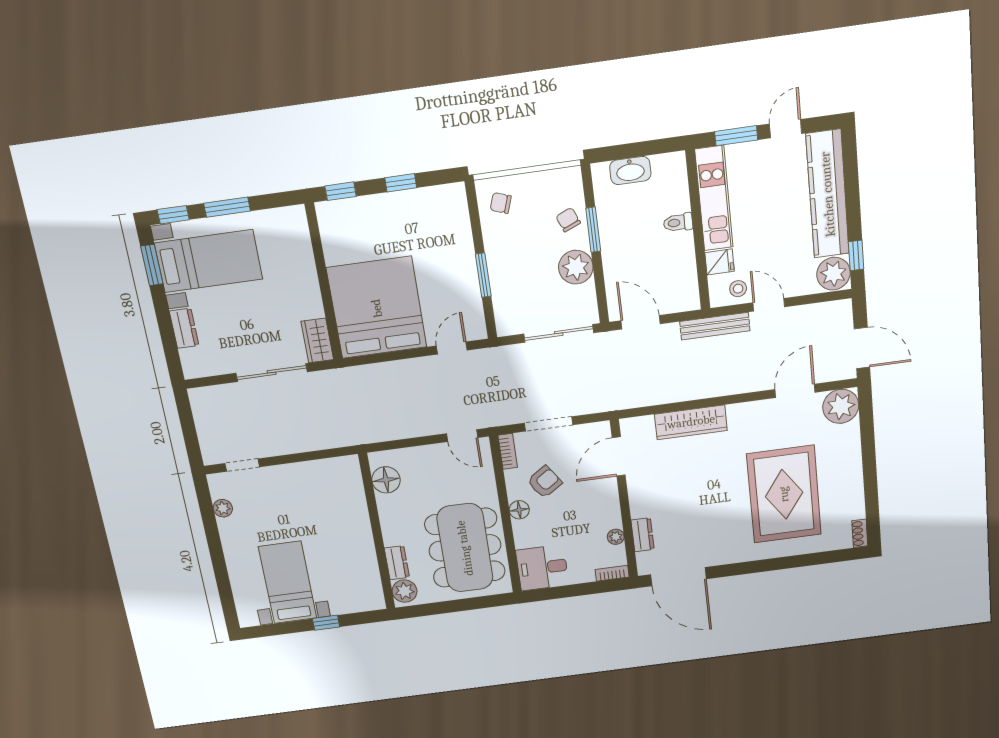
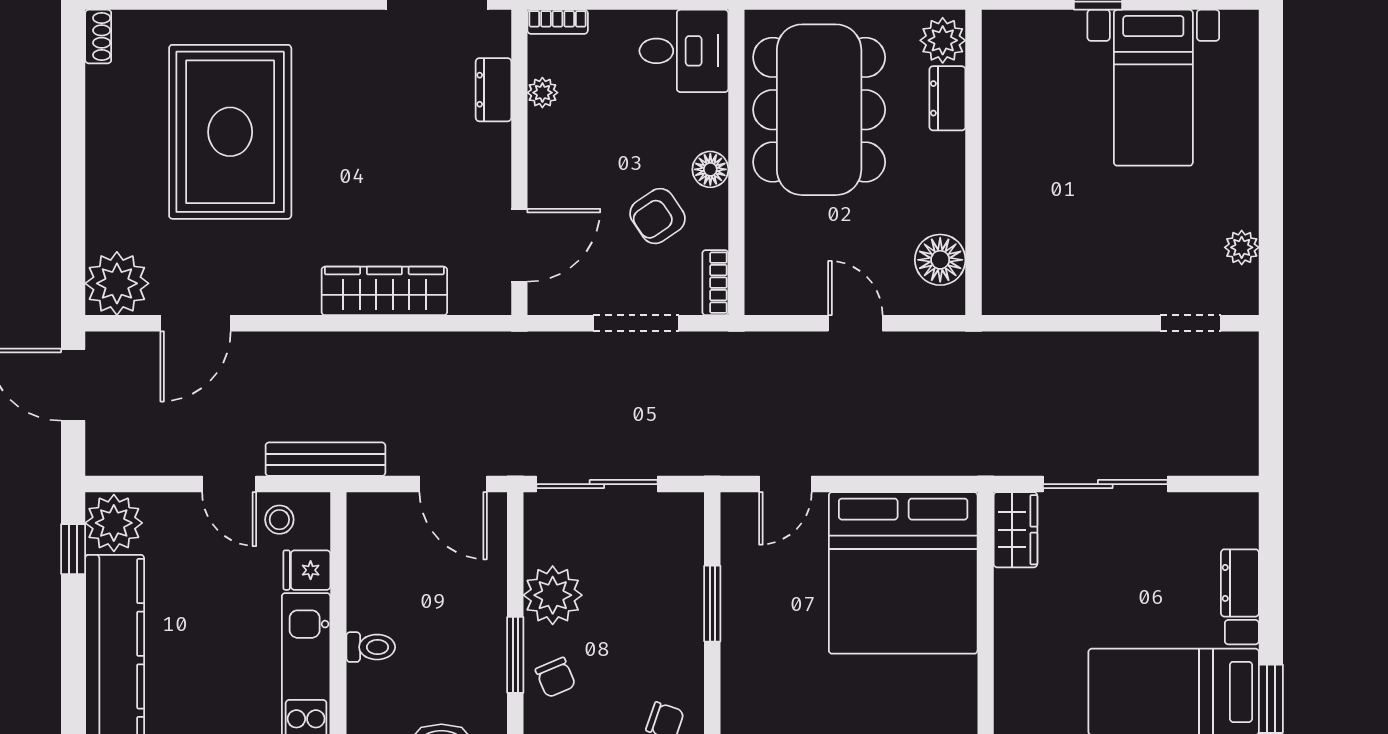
door: (462, 436) -> (855, 323), moved

